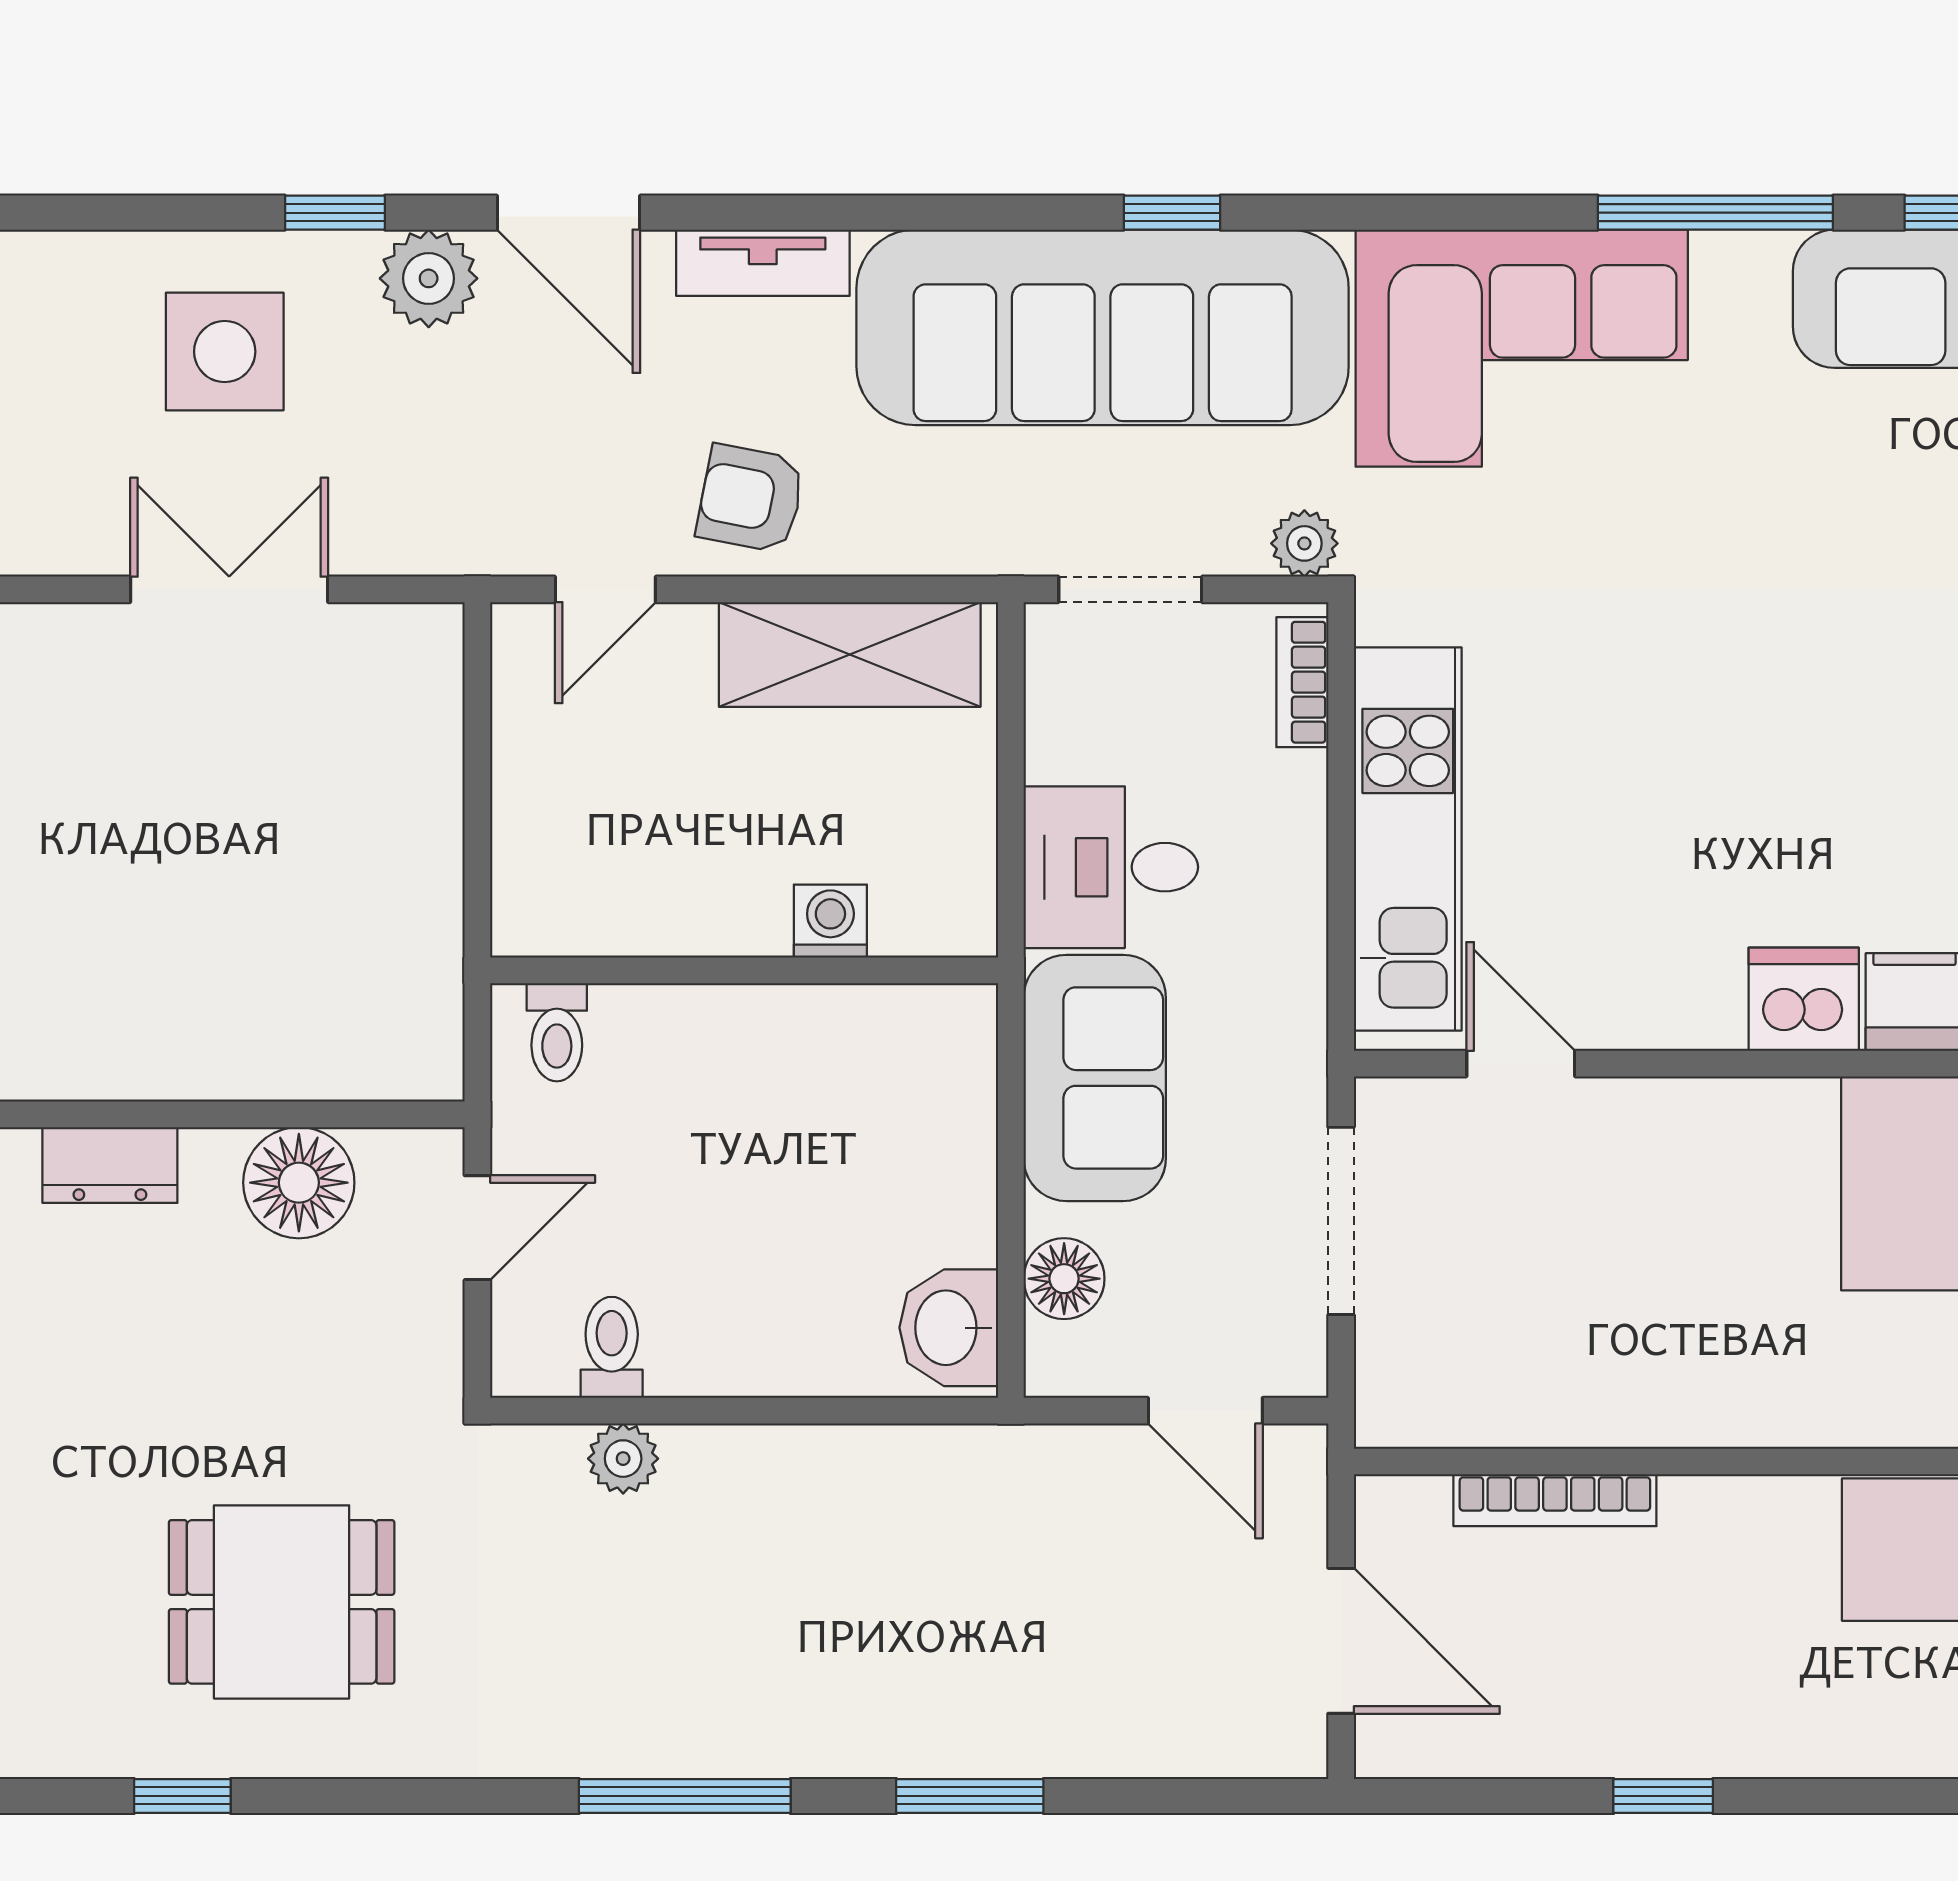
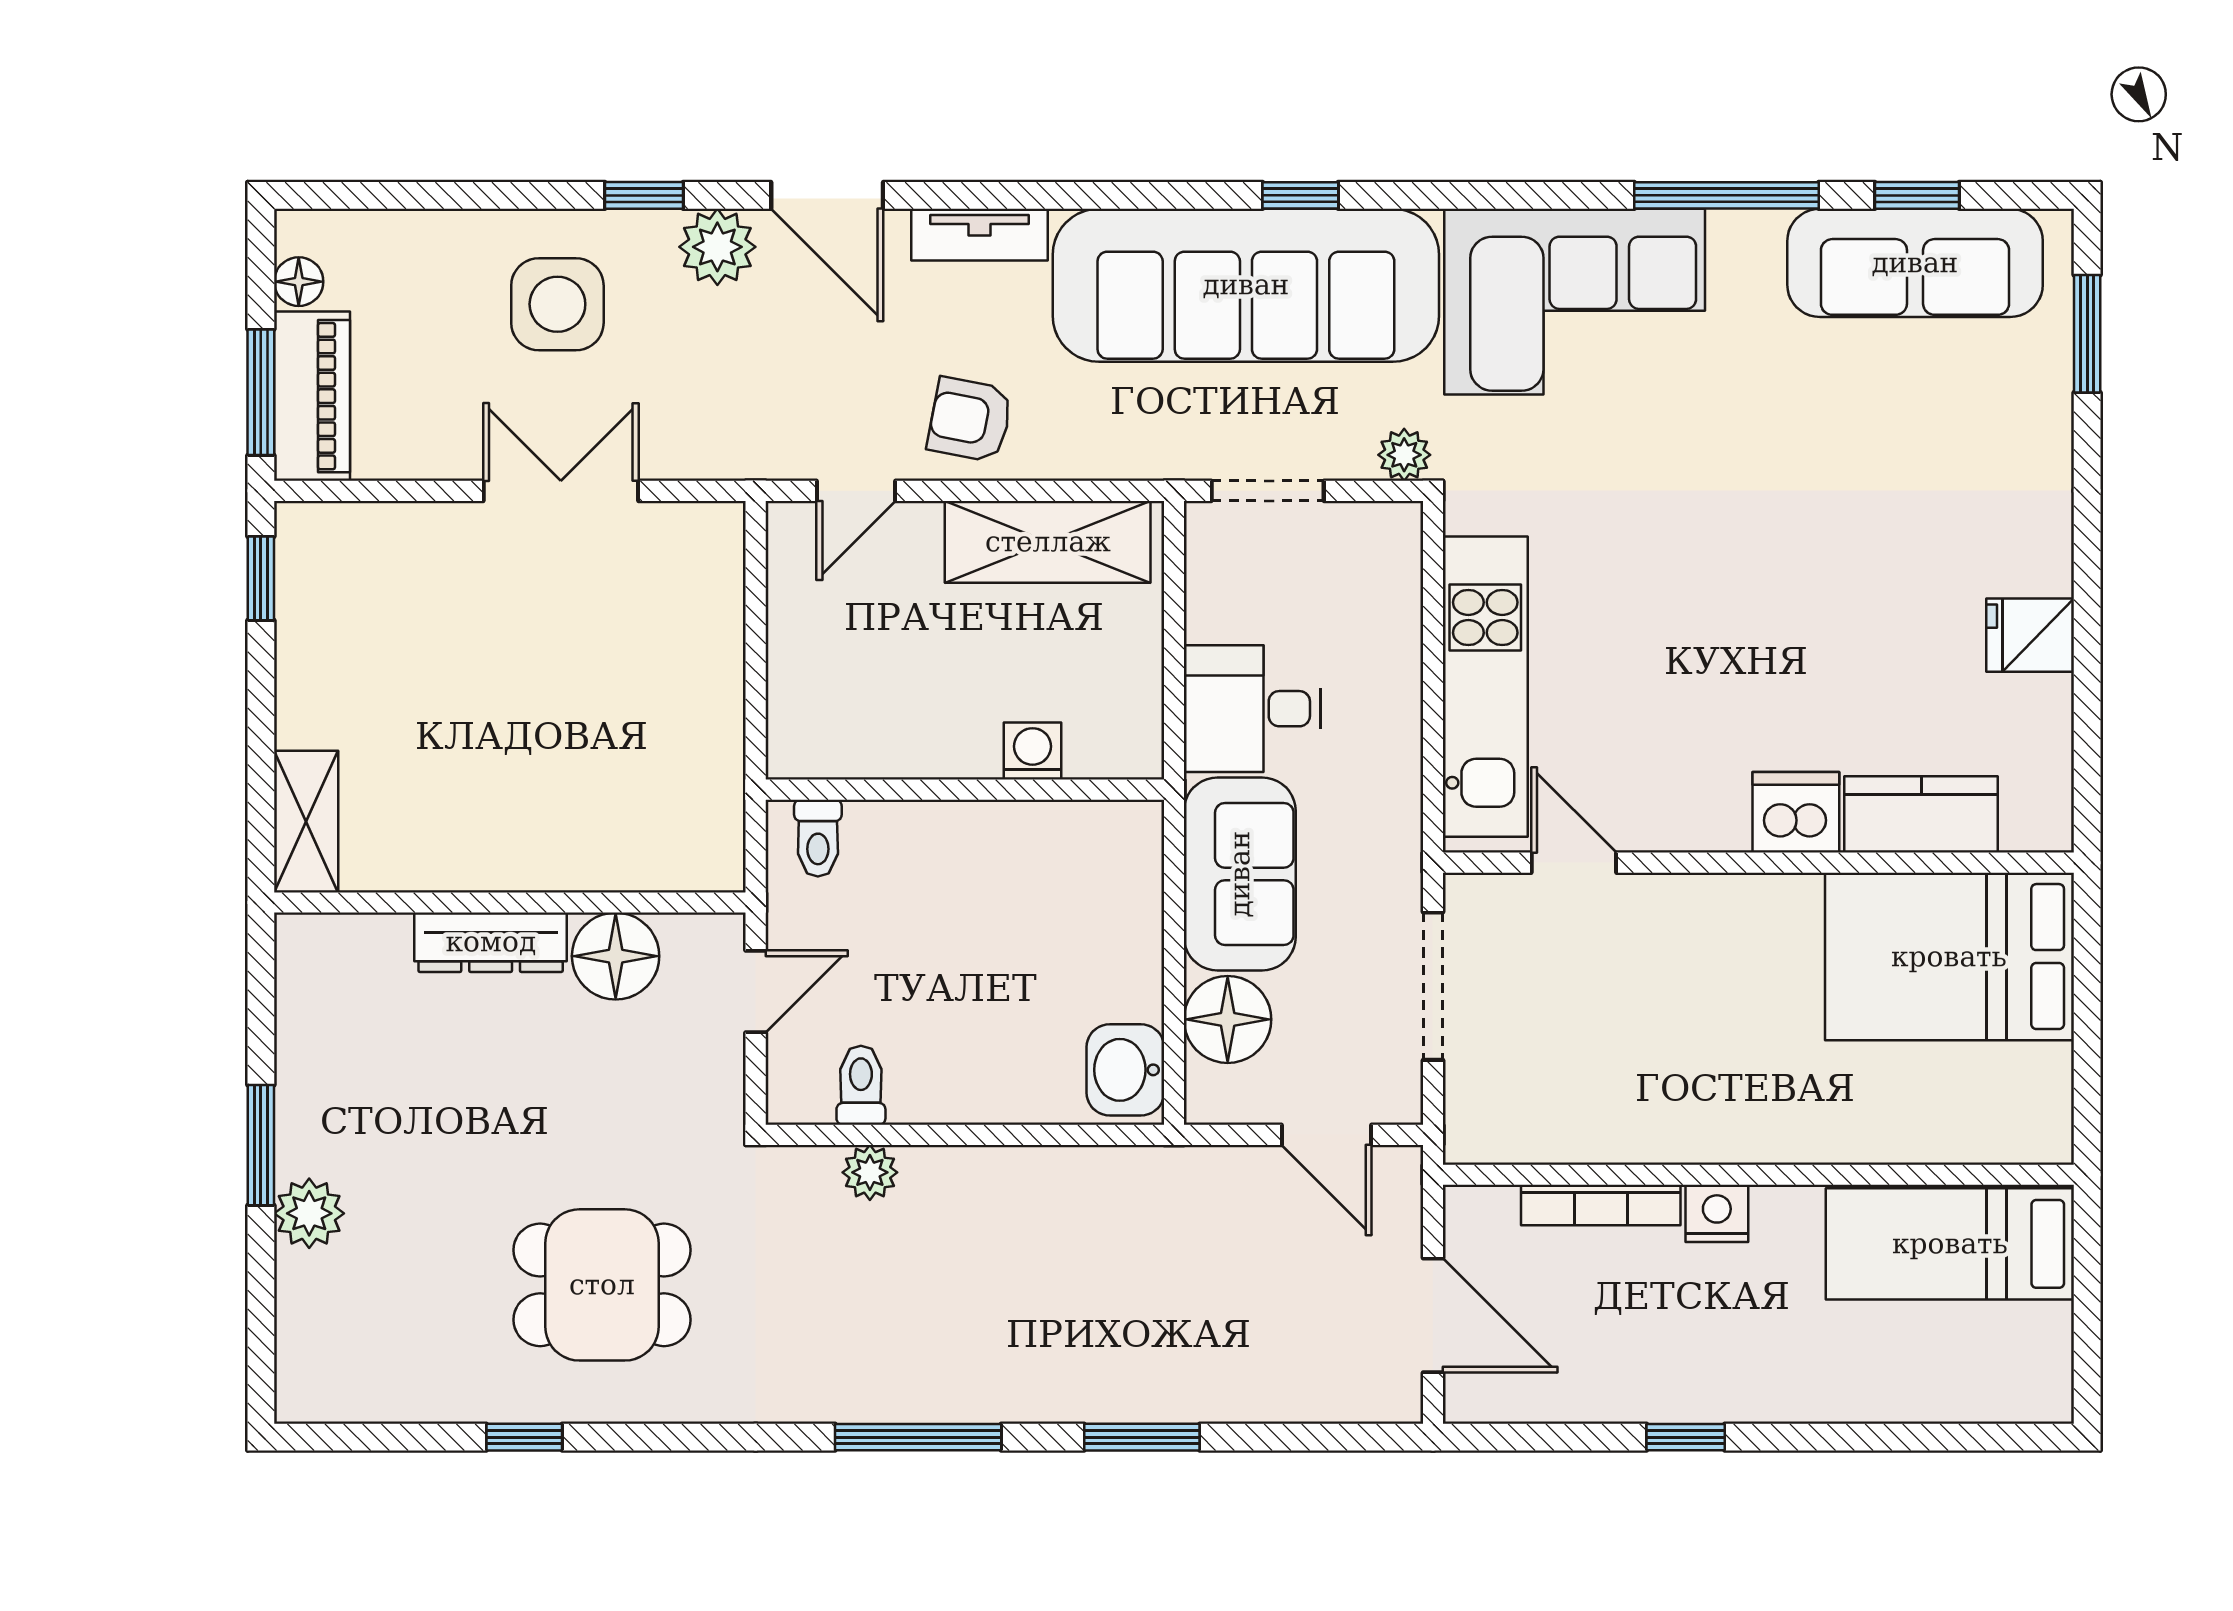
bookcase: (1302, 682) -> (1403, 564), removed
dresser: (110, 1165) -> (491, 942), width x1.44
floor lamp: (1064, 1279) -> (1228, 1019), width x1.38, depth x1.38
nightstand: (1703, 1511) -> (1717, 1213), added

